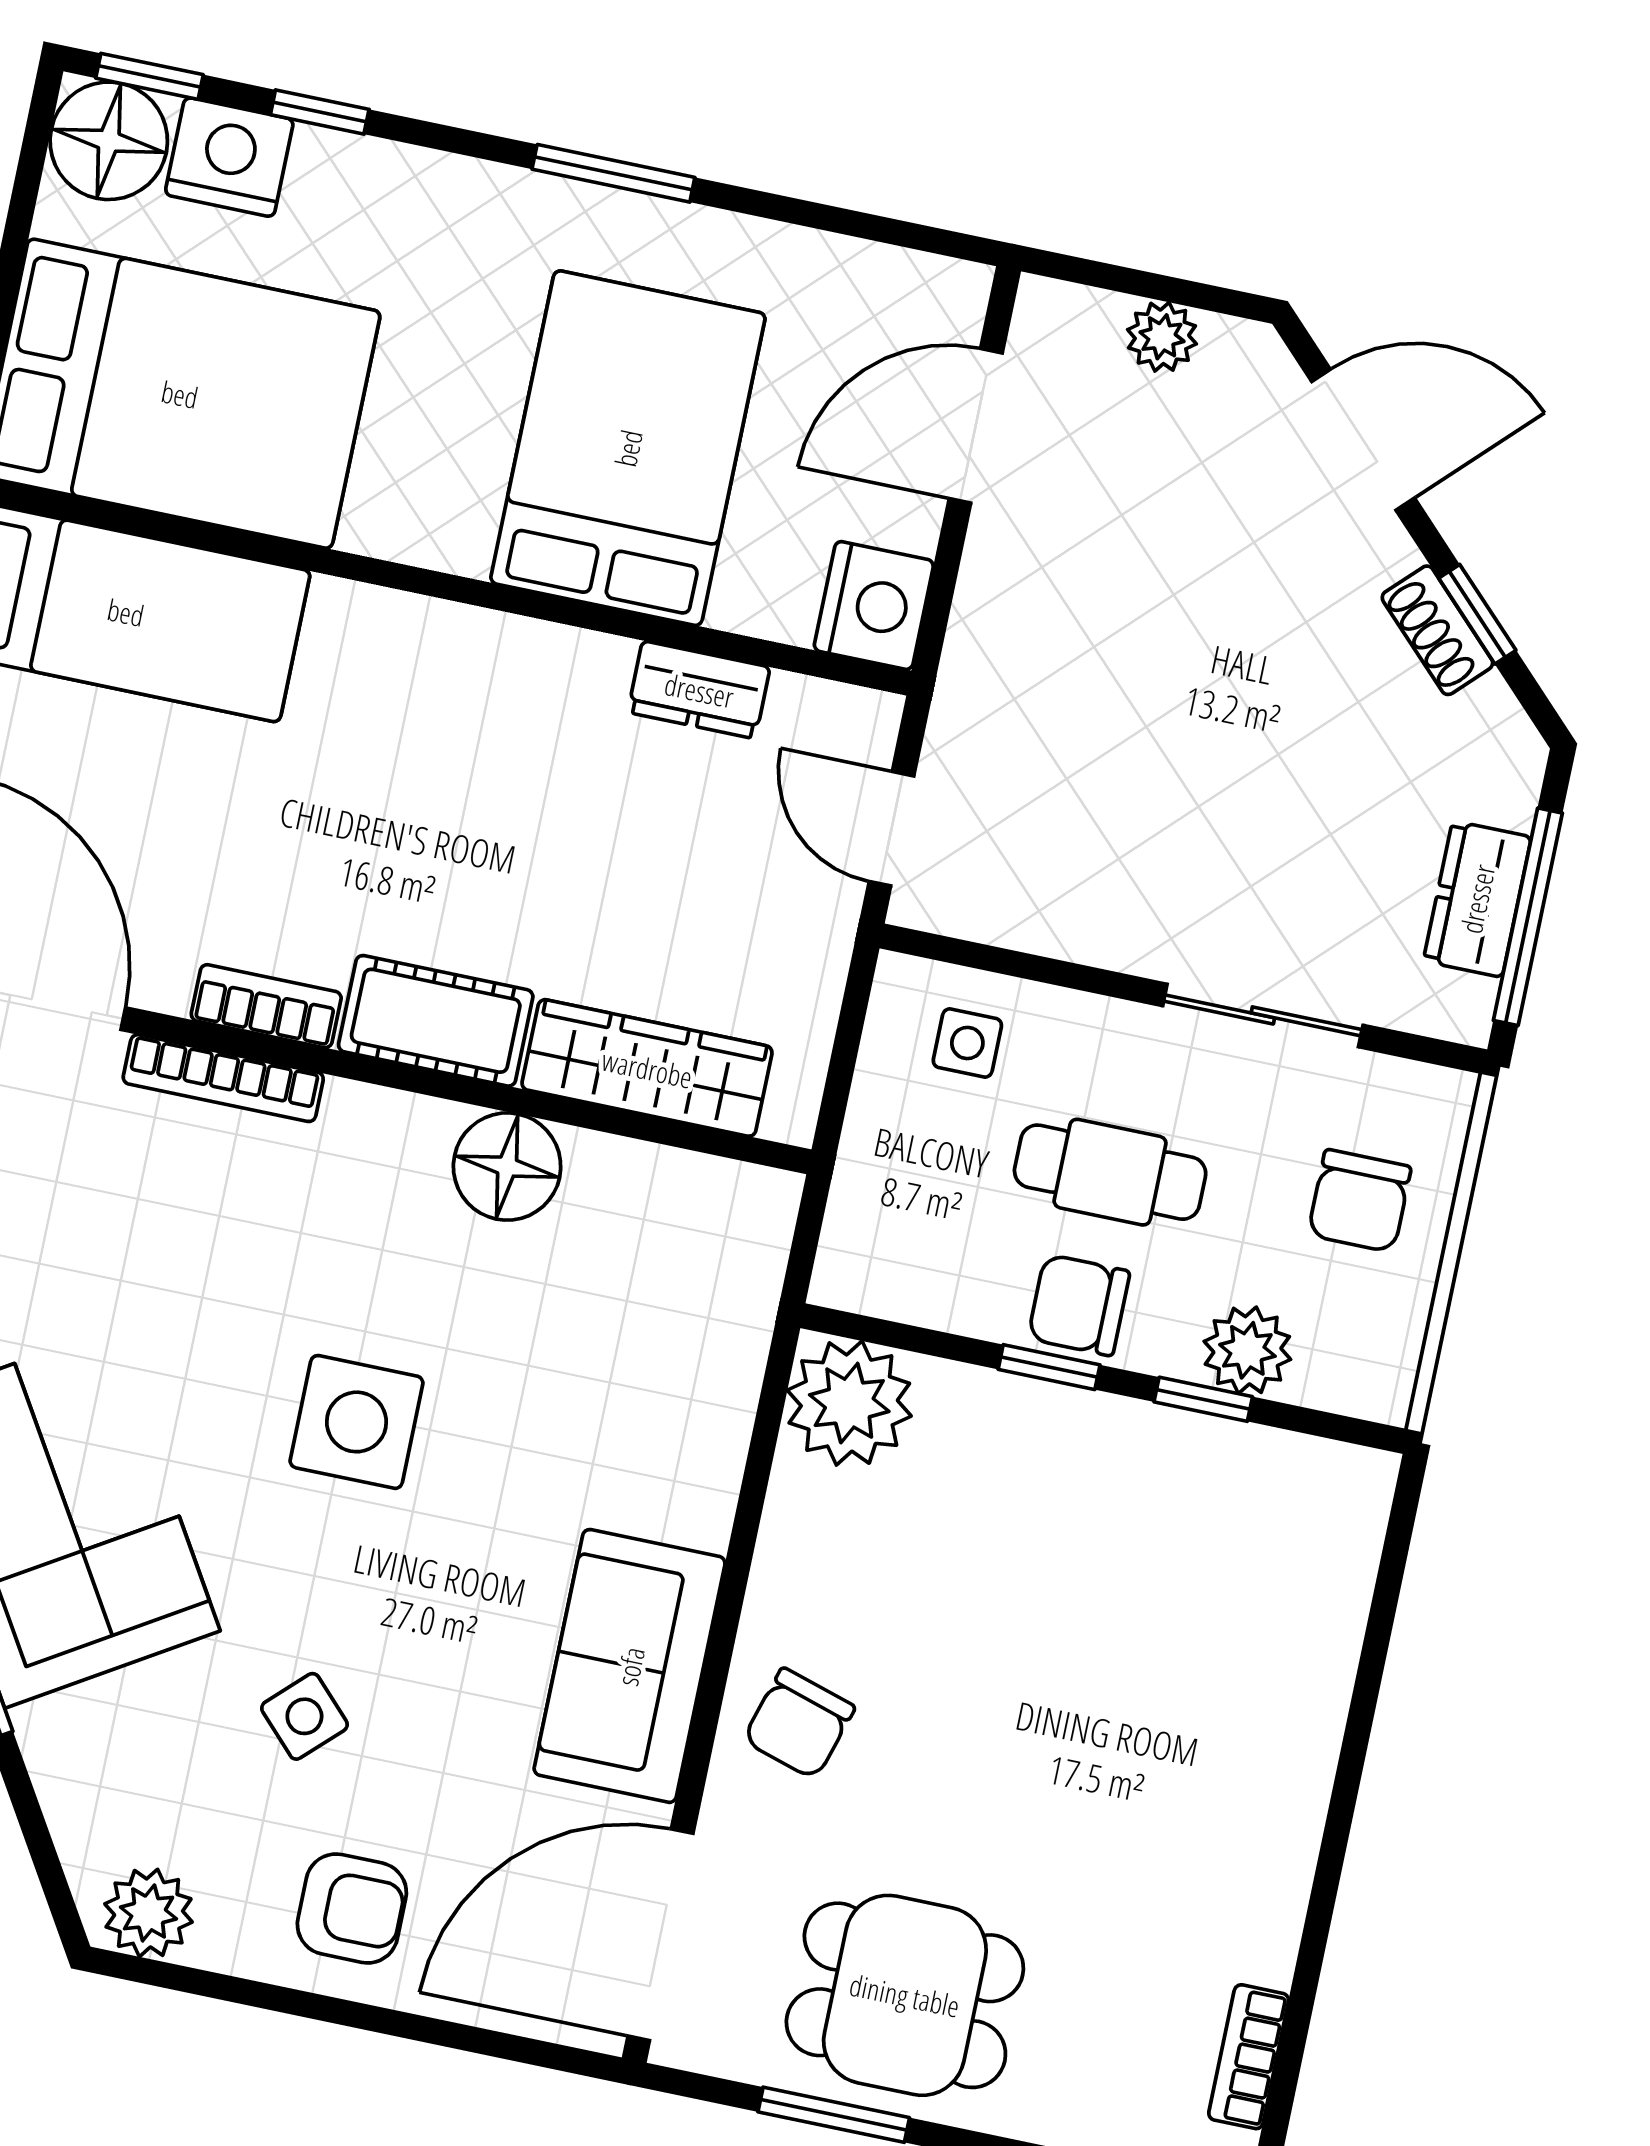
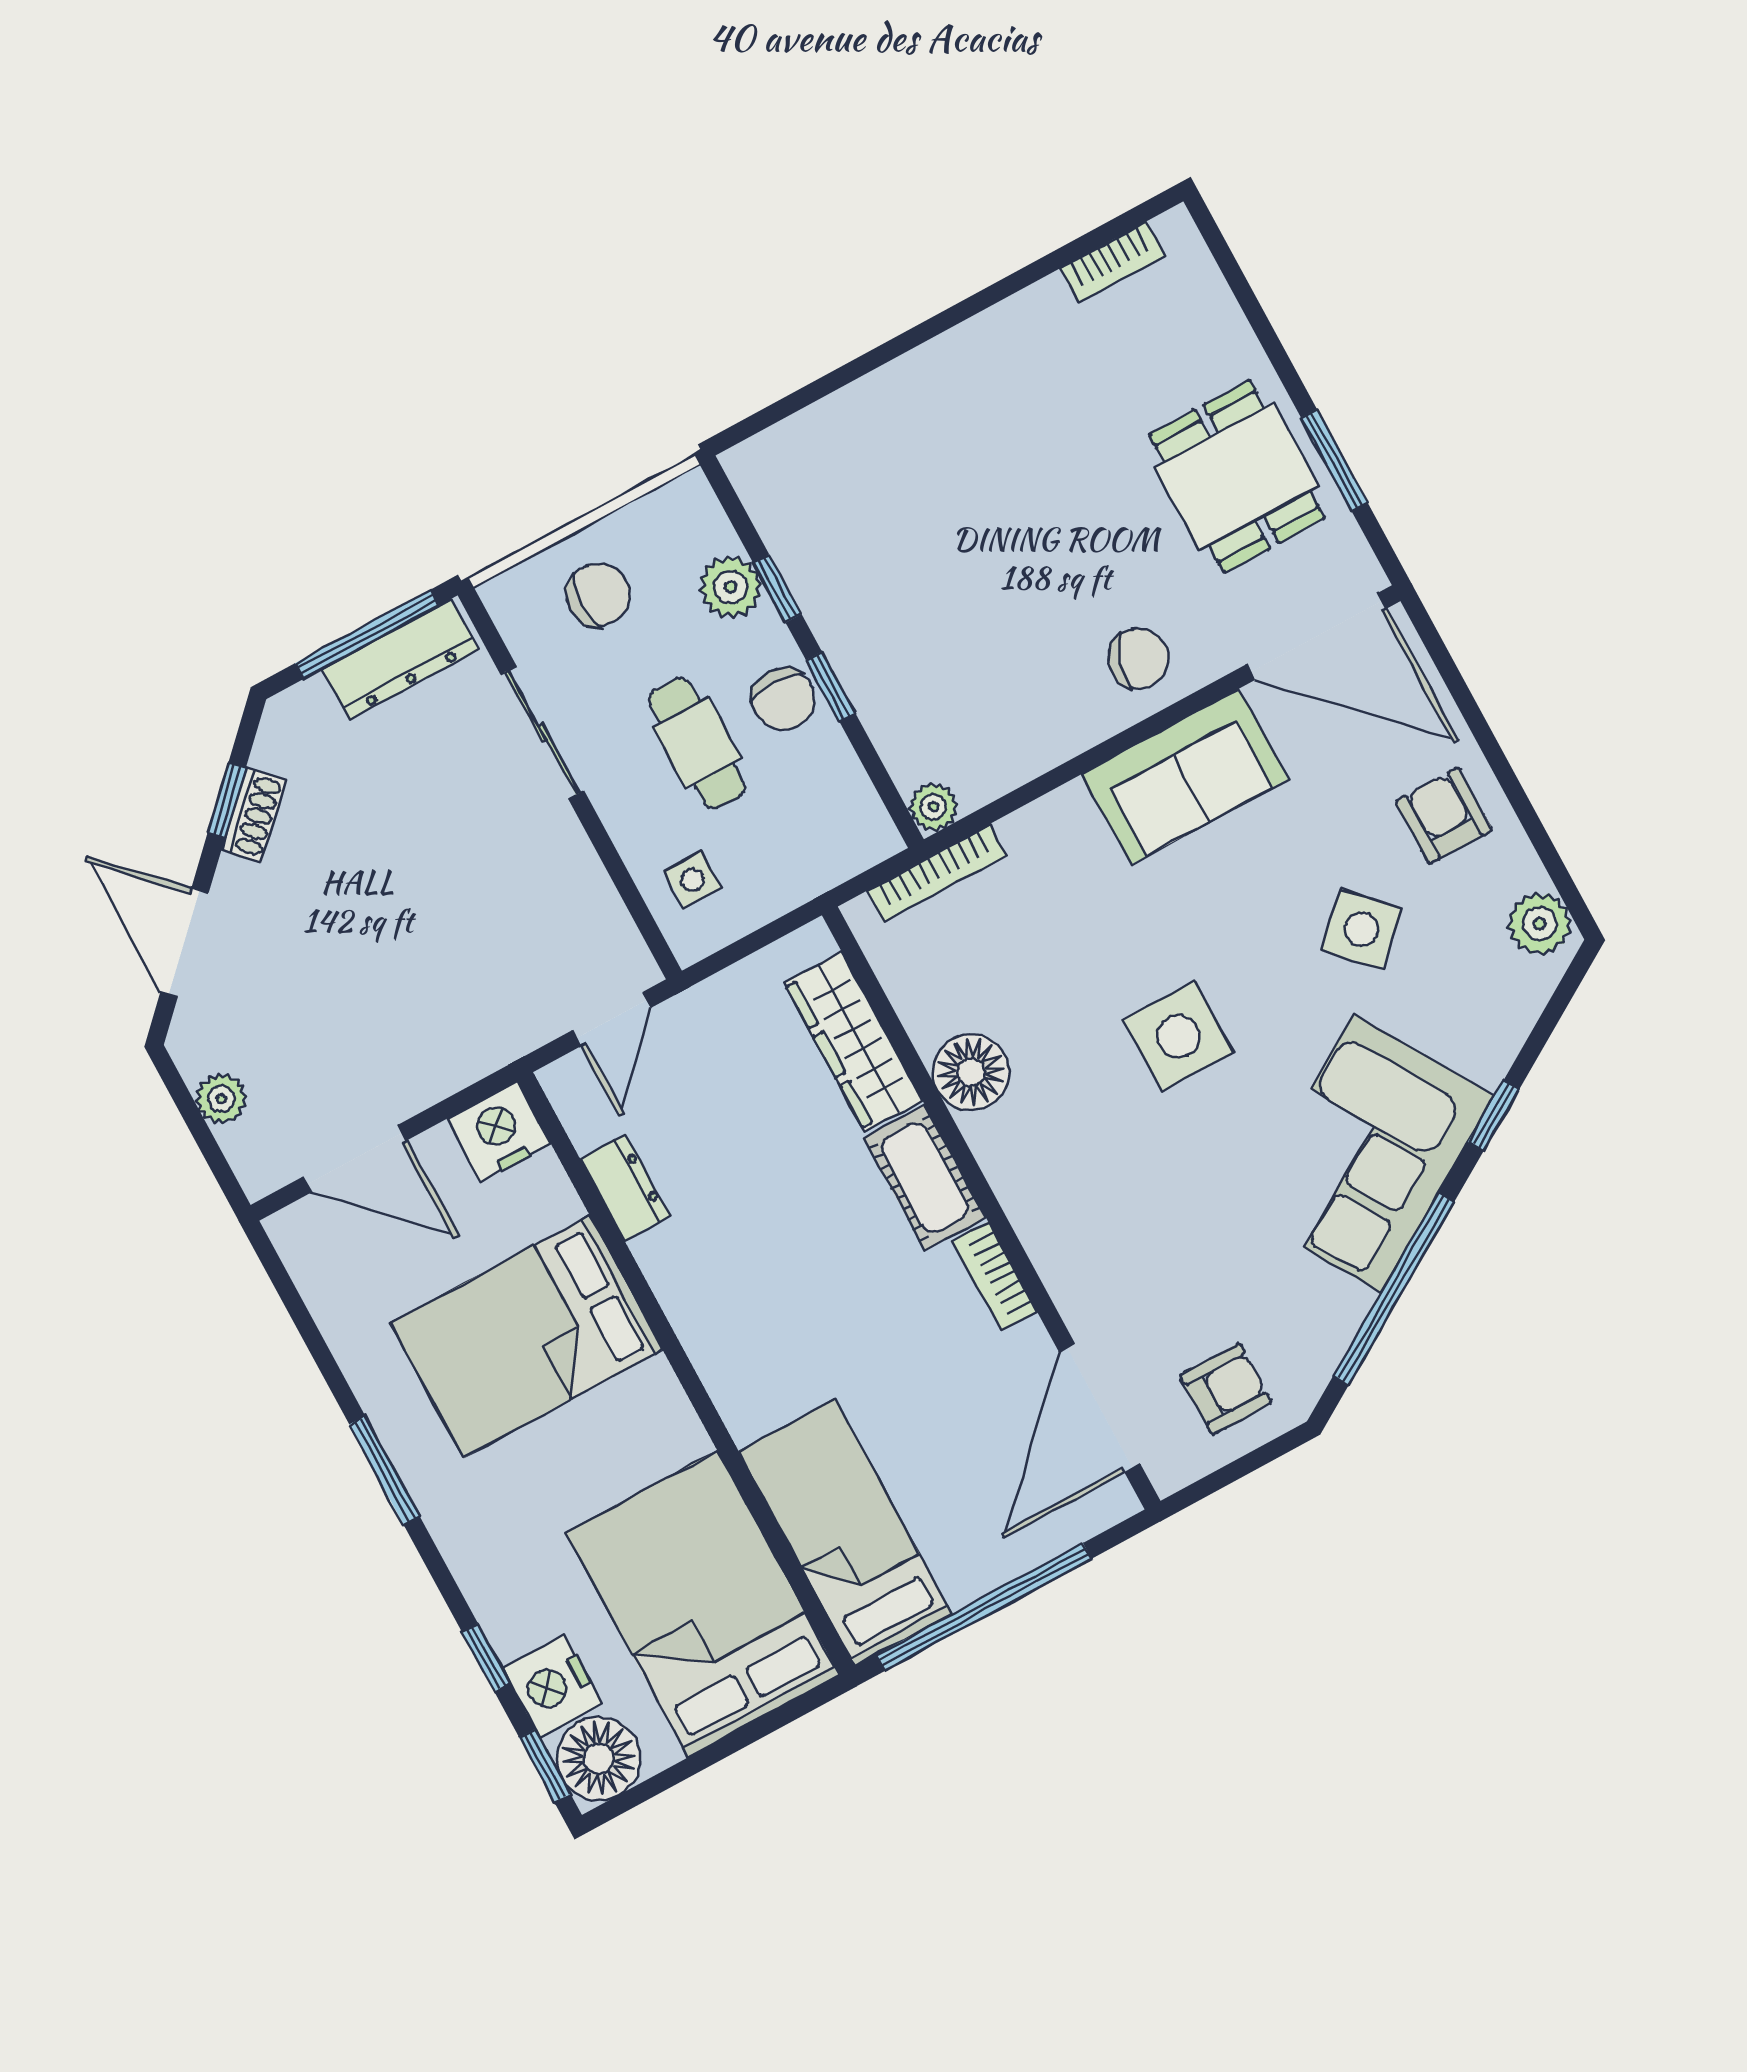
dresser: (1477, 899) -> (400, 659), width x1.44
bookcase: (223, 1078) -> (936, 873), moved, turned 90
plant: (849, 1403) -> (933, 807), width x0.53, depth x0.53
side table: (304, 1716) -> (1362, 929), width x1.37, depth x1.37

